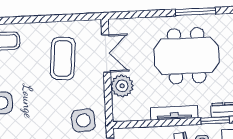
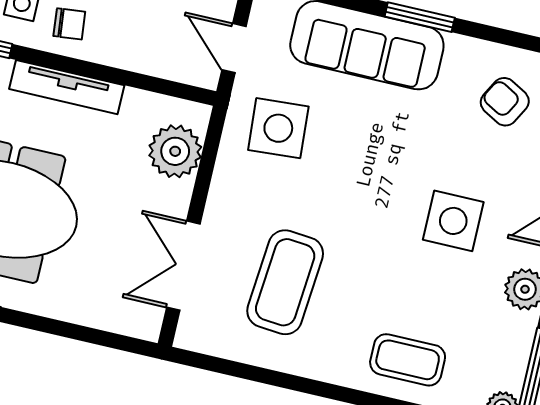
plant: (122, 86) -> (175, 151), moved

